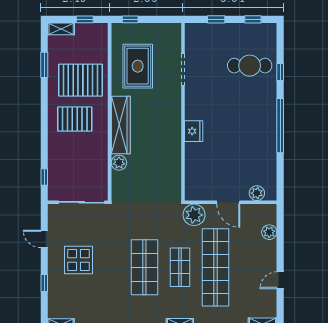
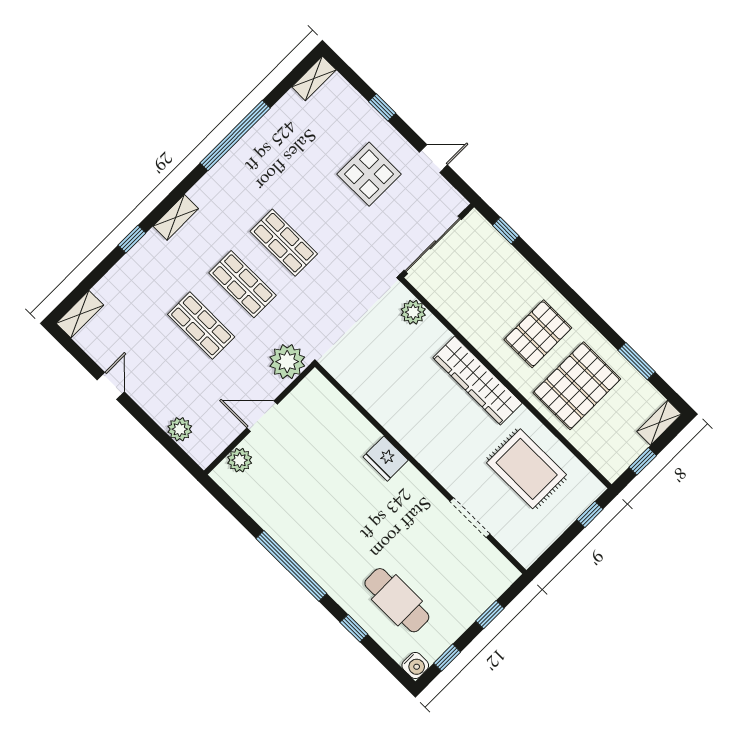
water cooler: (270, 30) -> (415, 665), added
cafe table: (250, 66) -> (397, 600), turned 90
plant: (119, 163) -> (413, 312), moved
shop shelf: (144, 267) -> (284, 243), width x0.70, depth x0.74
shop shelf: (215, 267) -> (201, 326), width x0.50, depth x0.74

